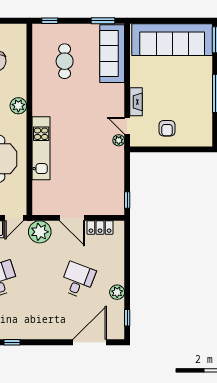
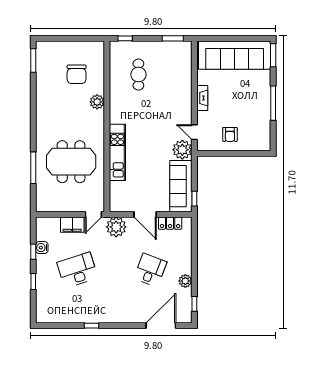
sofa: (112, 54) -> (181, 186), moved
fireplace: (136, 102) -> (202, 98), moved
plant: (18, 106) -> (97, 102), moved
plant: (119, 140) -> (182, 150), width x1.87, depth x1.87

